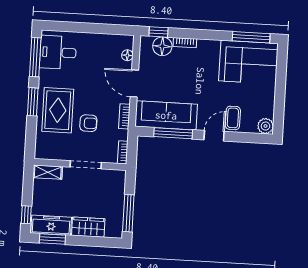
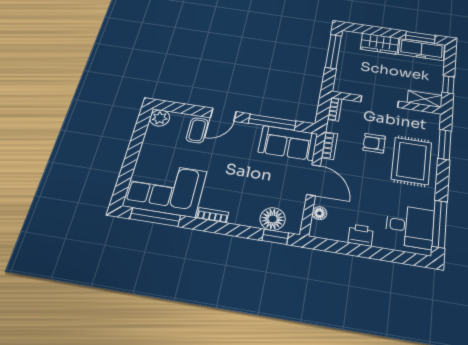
printer: (95, 41) -> (361, 235), added
bookcase: (185, 43) -> (213, 215), moved
window: (33, 102) -> (445, 145), moved
sofa: (166, 115) -> (288, 143), width x0.73
window: (26, 215) -> (448, 85), moved

